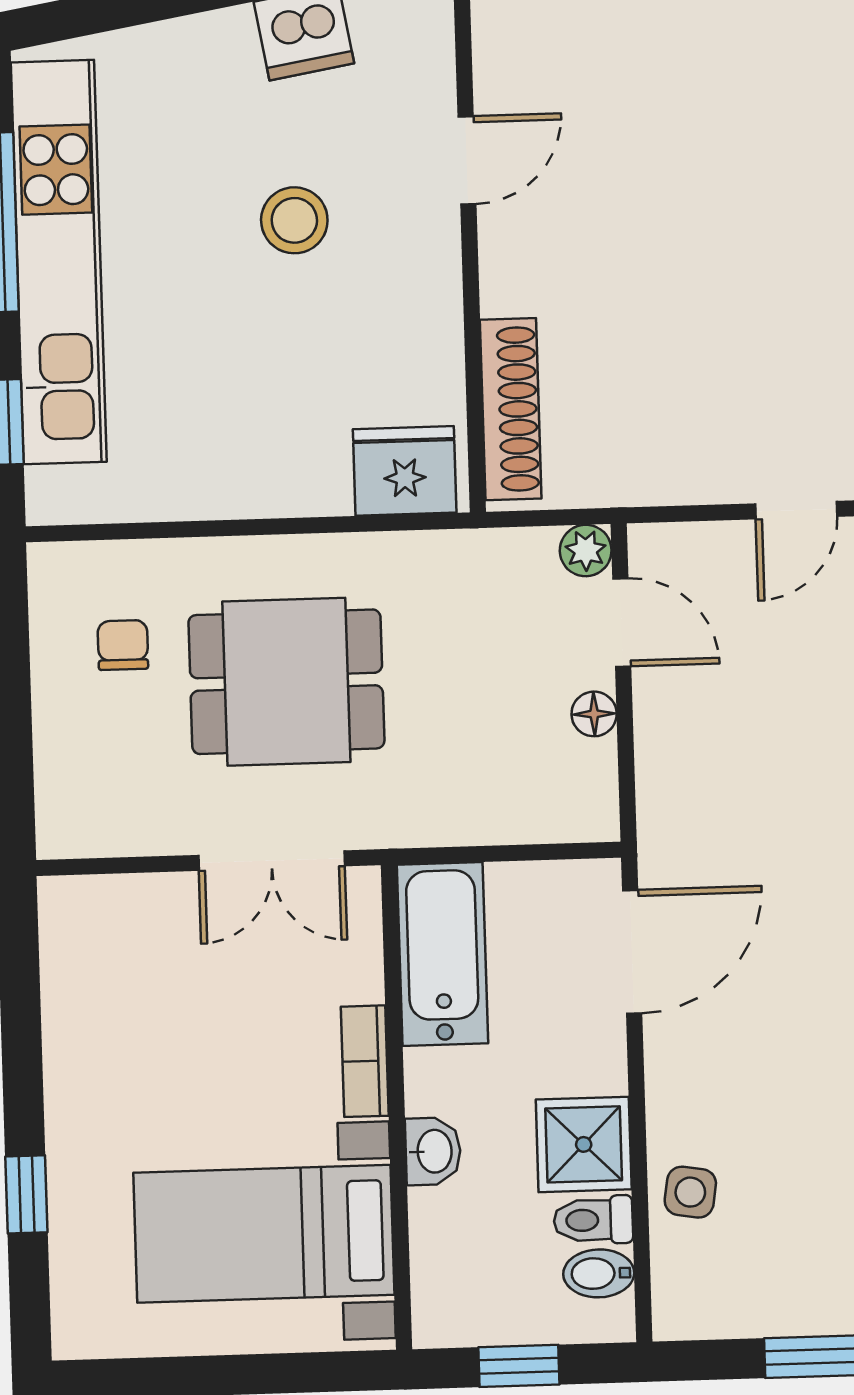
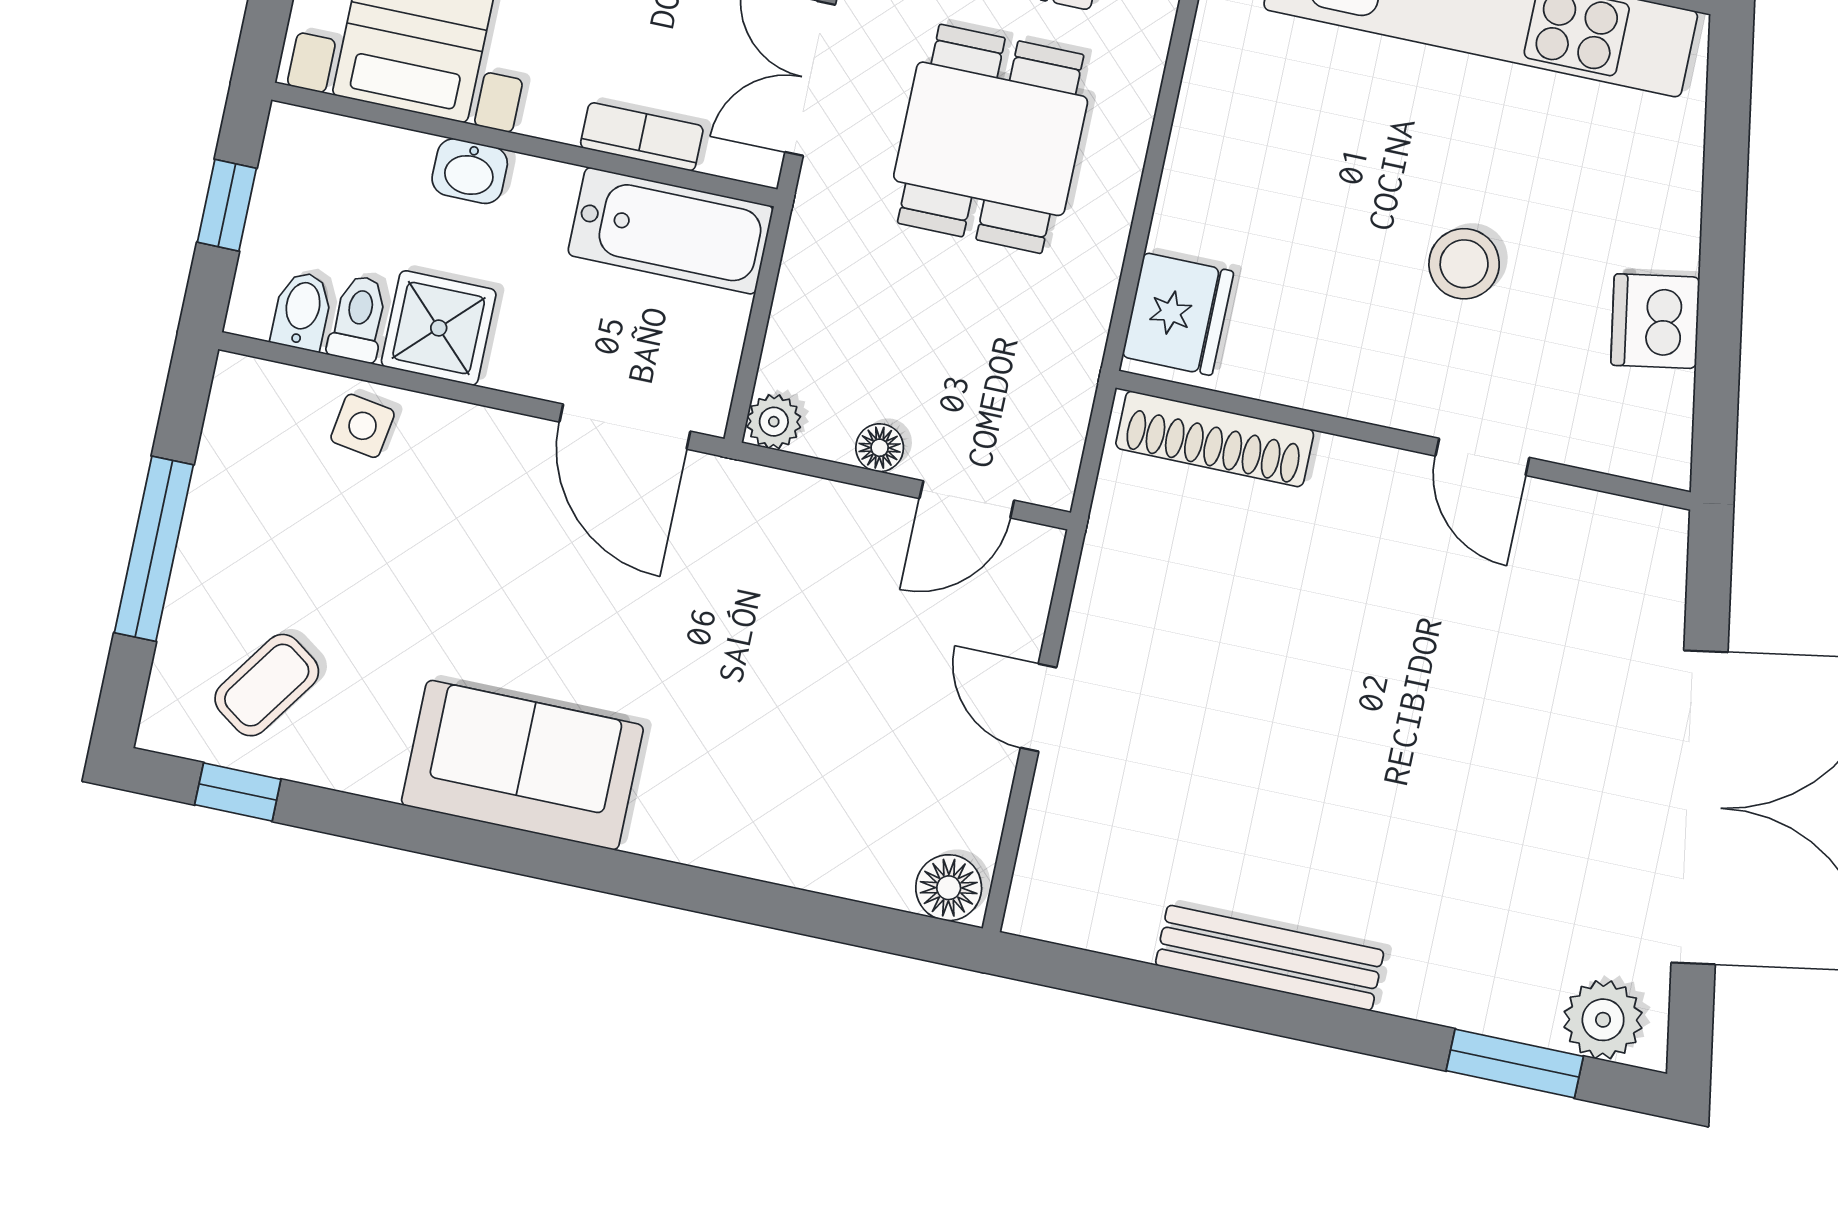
plant: (586, 551) -> (774, 422), moved
bookcase: (365, 1061) -> (642, 137), moved

